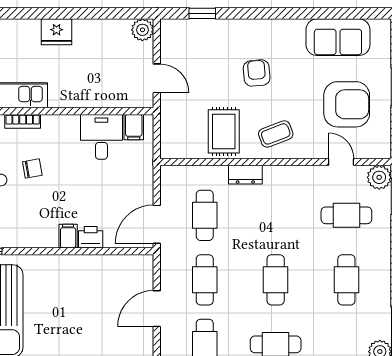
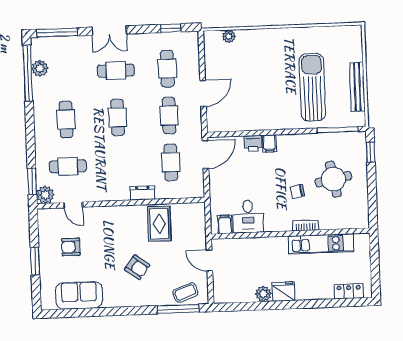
window: (202, 13) -> (178, 309), width x2.17
plant: (142, 30) -> (263, 294), moved
armchair: (257, 73) -> (137, 267), turned -48
armchair: (347, 104) -> (71, 247), width x0.53, depth x0.53
coffee table: (276, 134) -> (185, 293), moved

